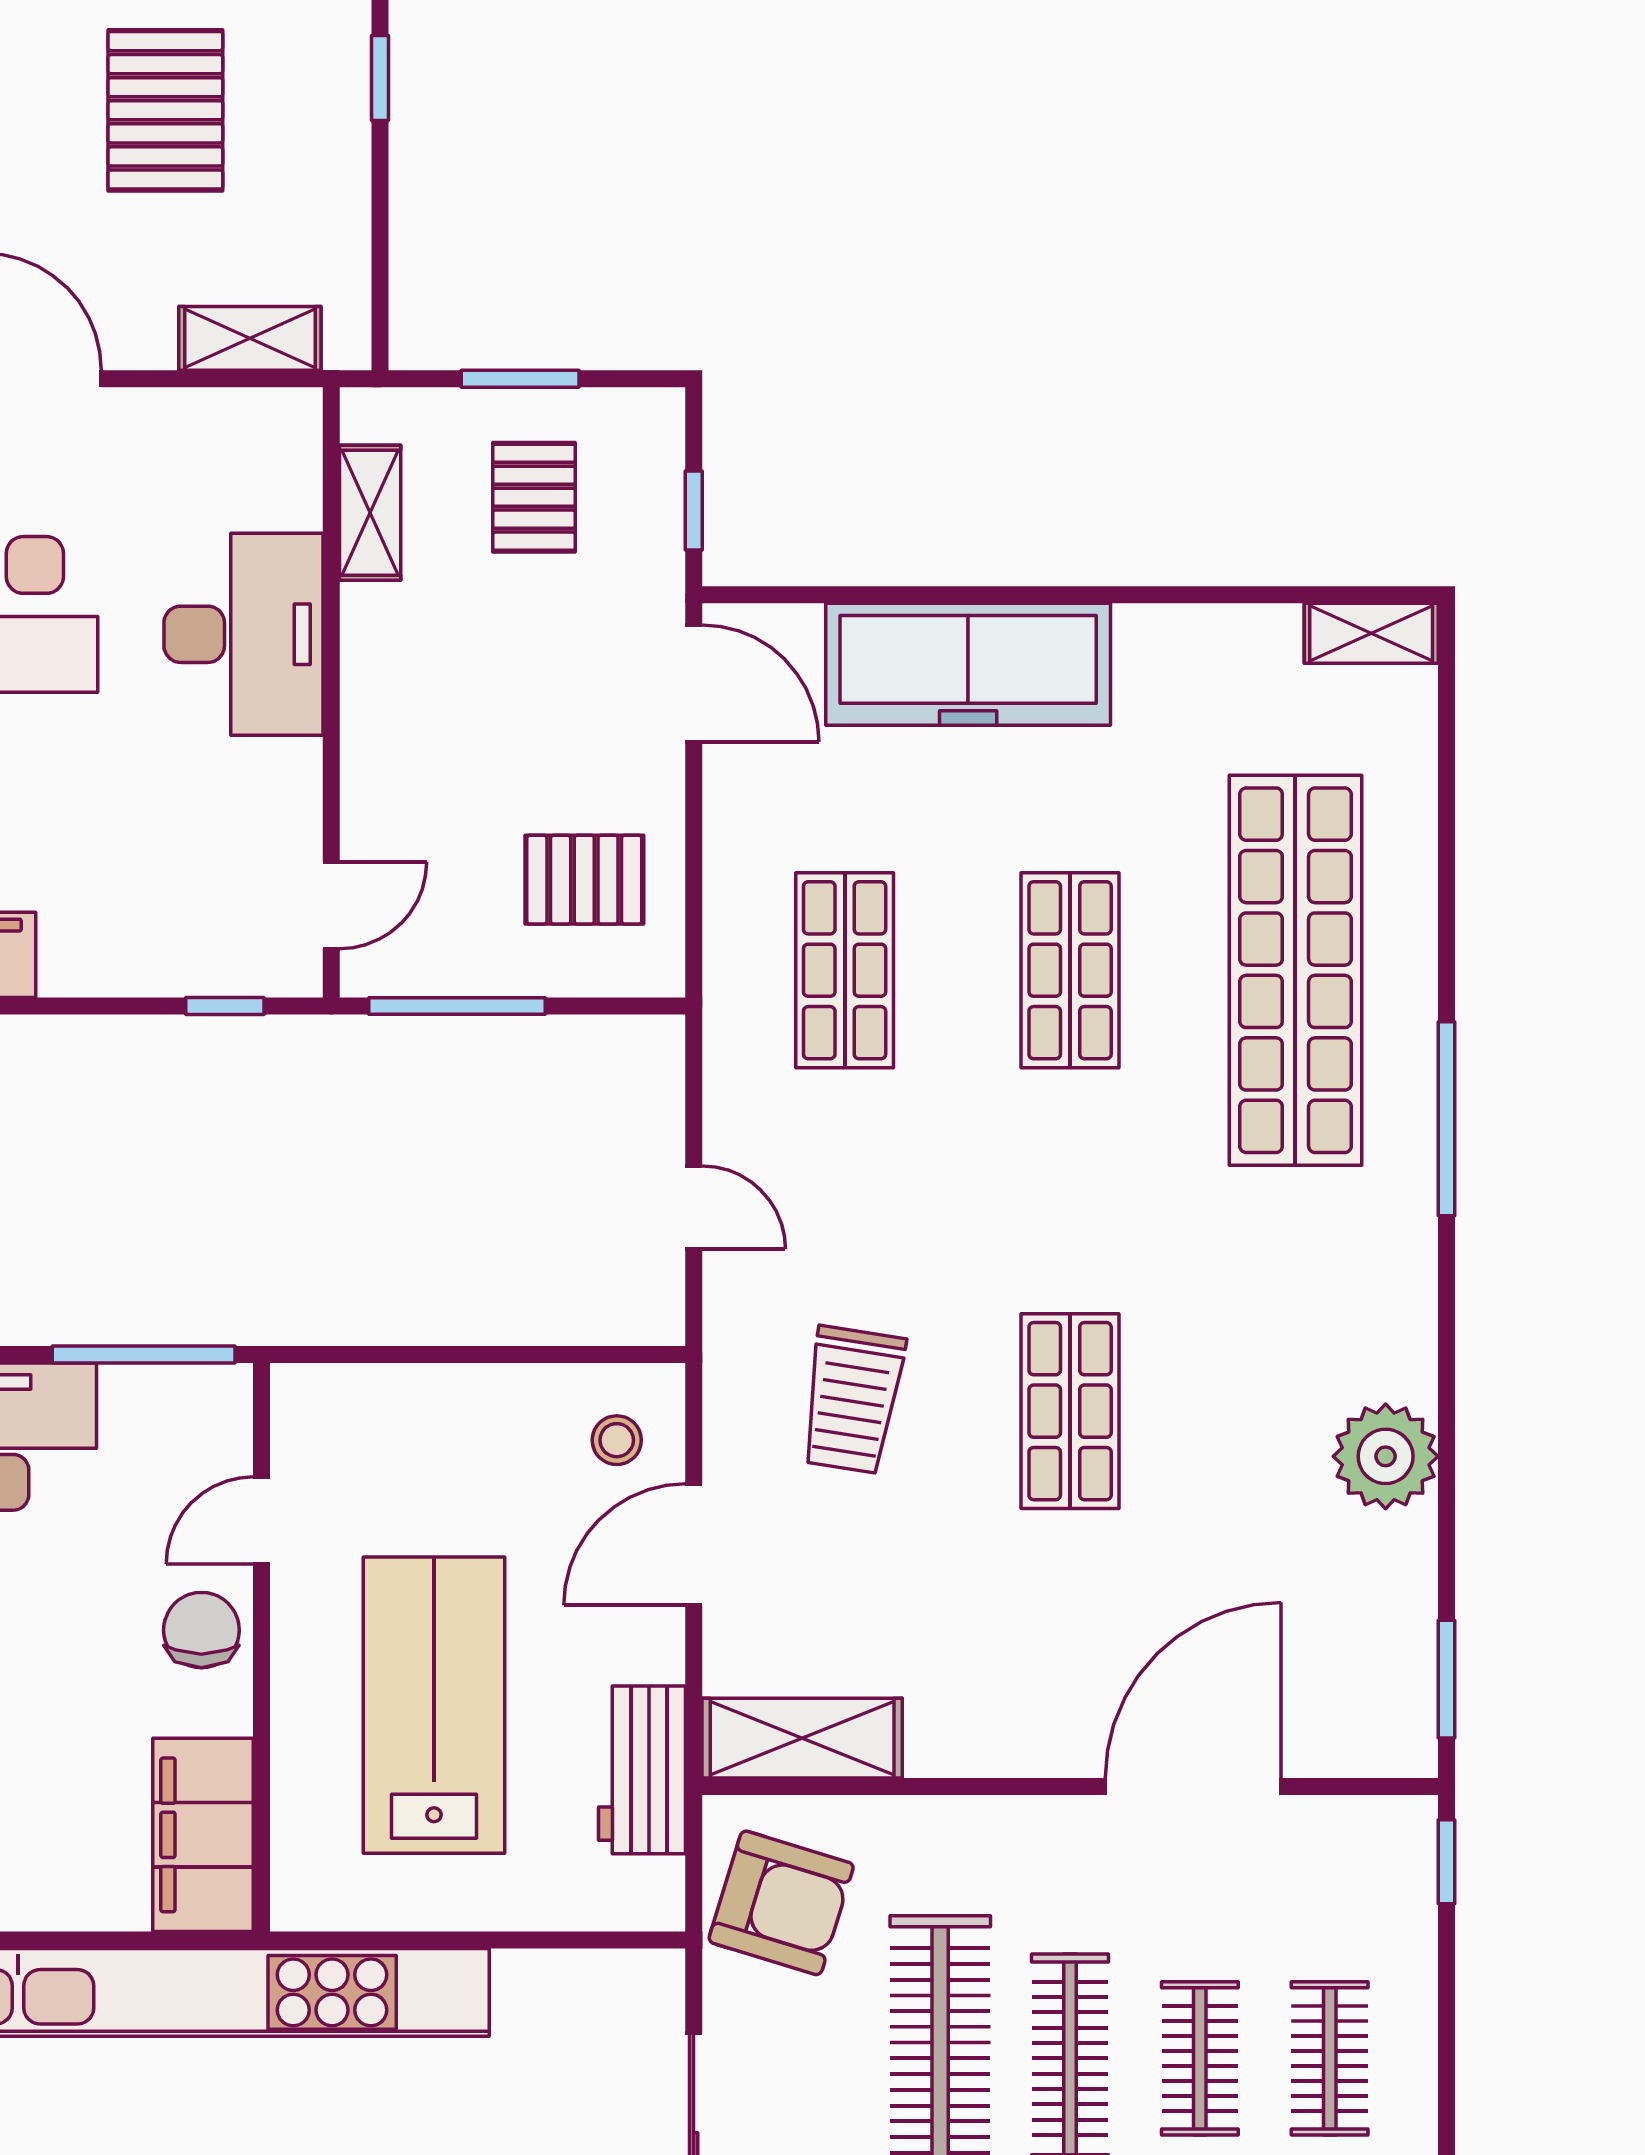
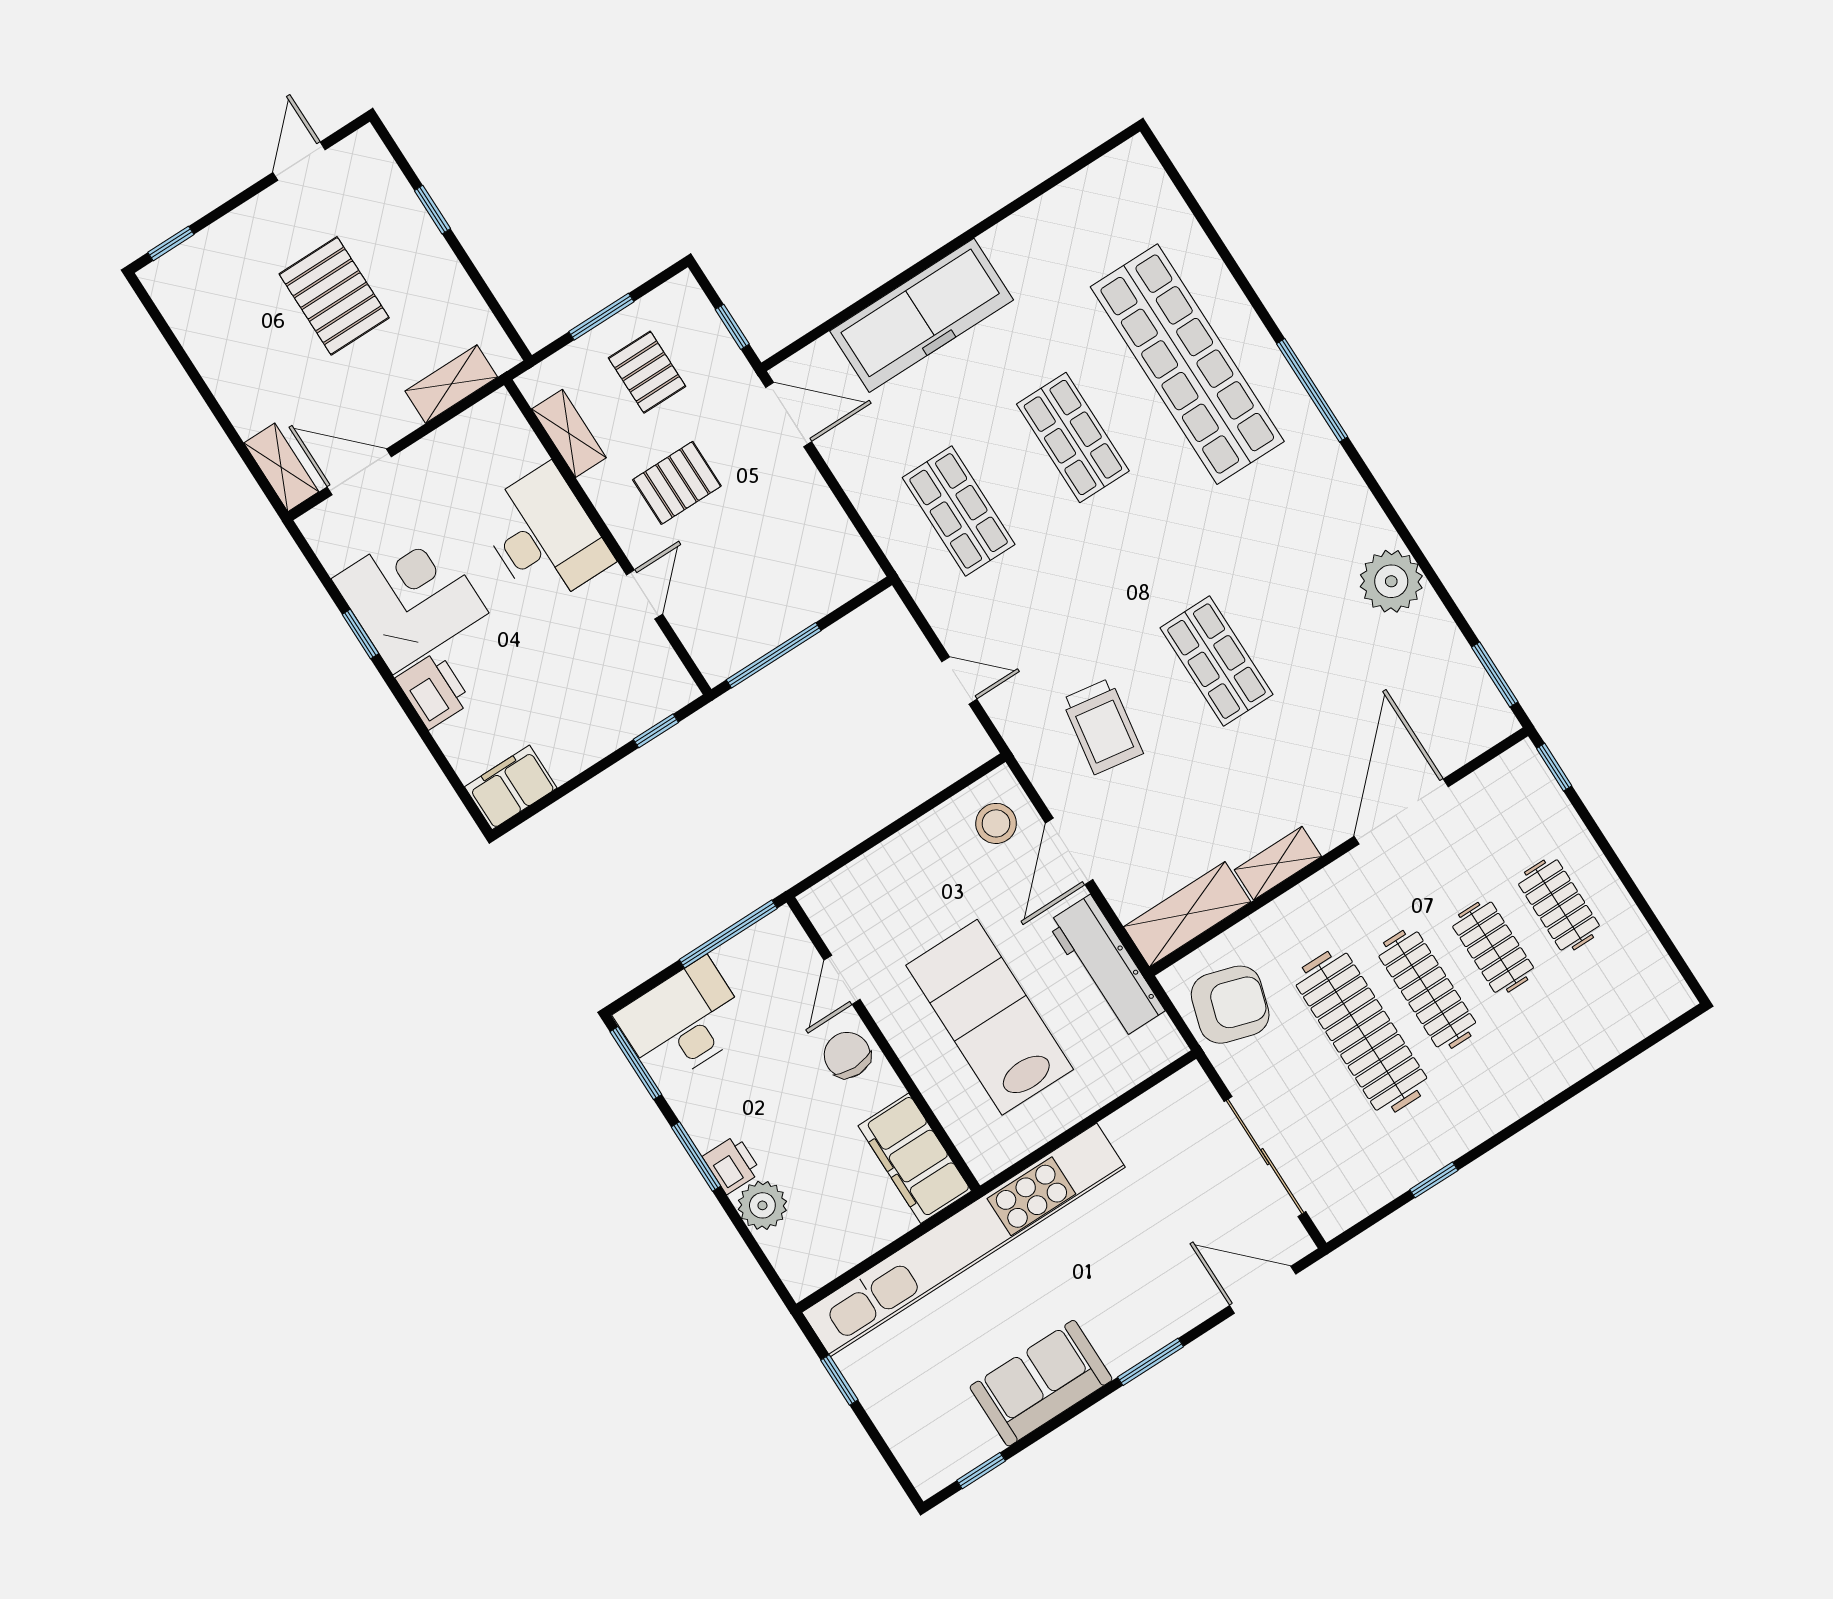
shelving: (1371, 633) -> (1278, 863), moved
pallet: (584, 880) -> (677, 483), moved
door: (331, 905) -> (644, 594), moved
stool: (617, 1440) -> (996, 823), width x1.37, depth x1.37
workbench: (642, 1770) -> (1106, 966), width x1.38

